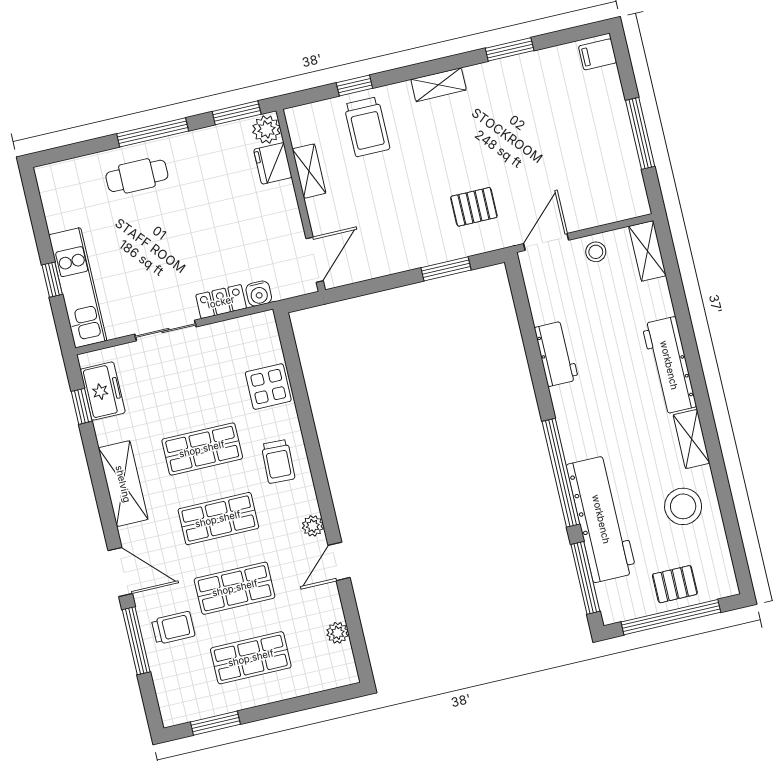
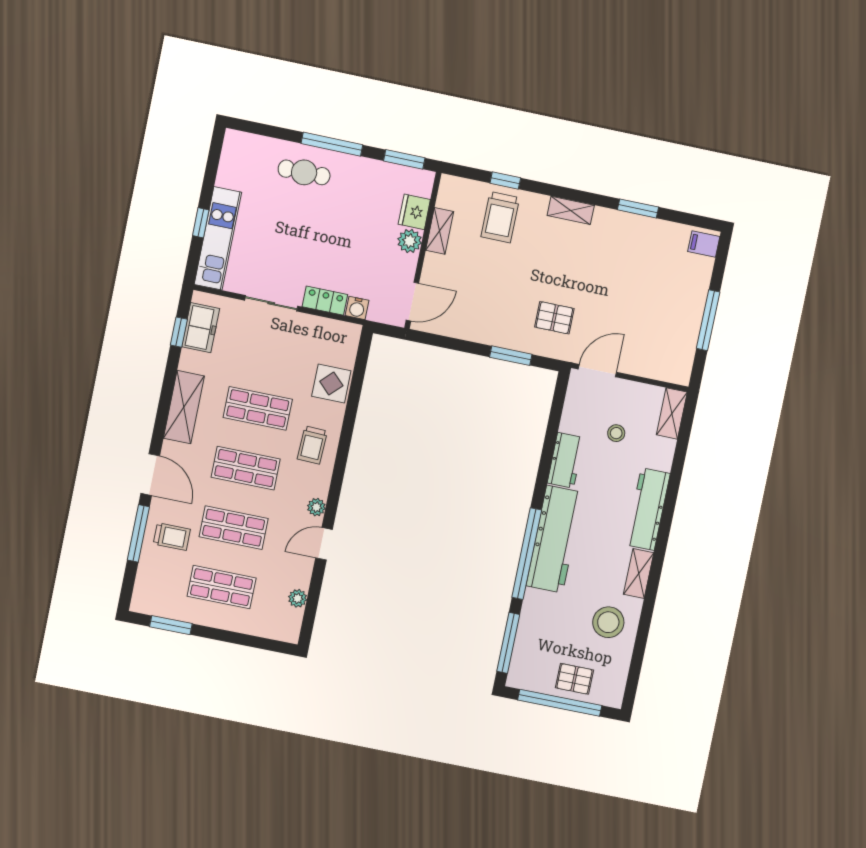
plant: (266, 130) -> (410, 241), moved
stool: (596, 252) -> (616, 433), moved
workbench: (601, 519) -> (555, 539), moved

